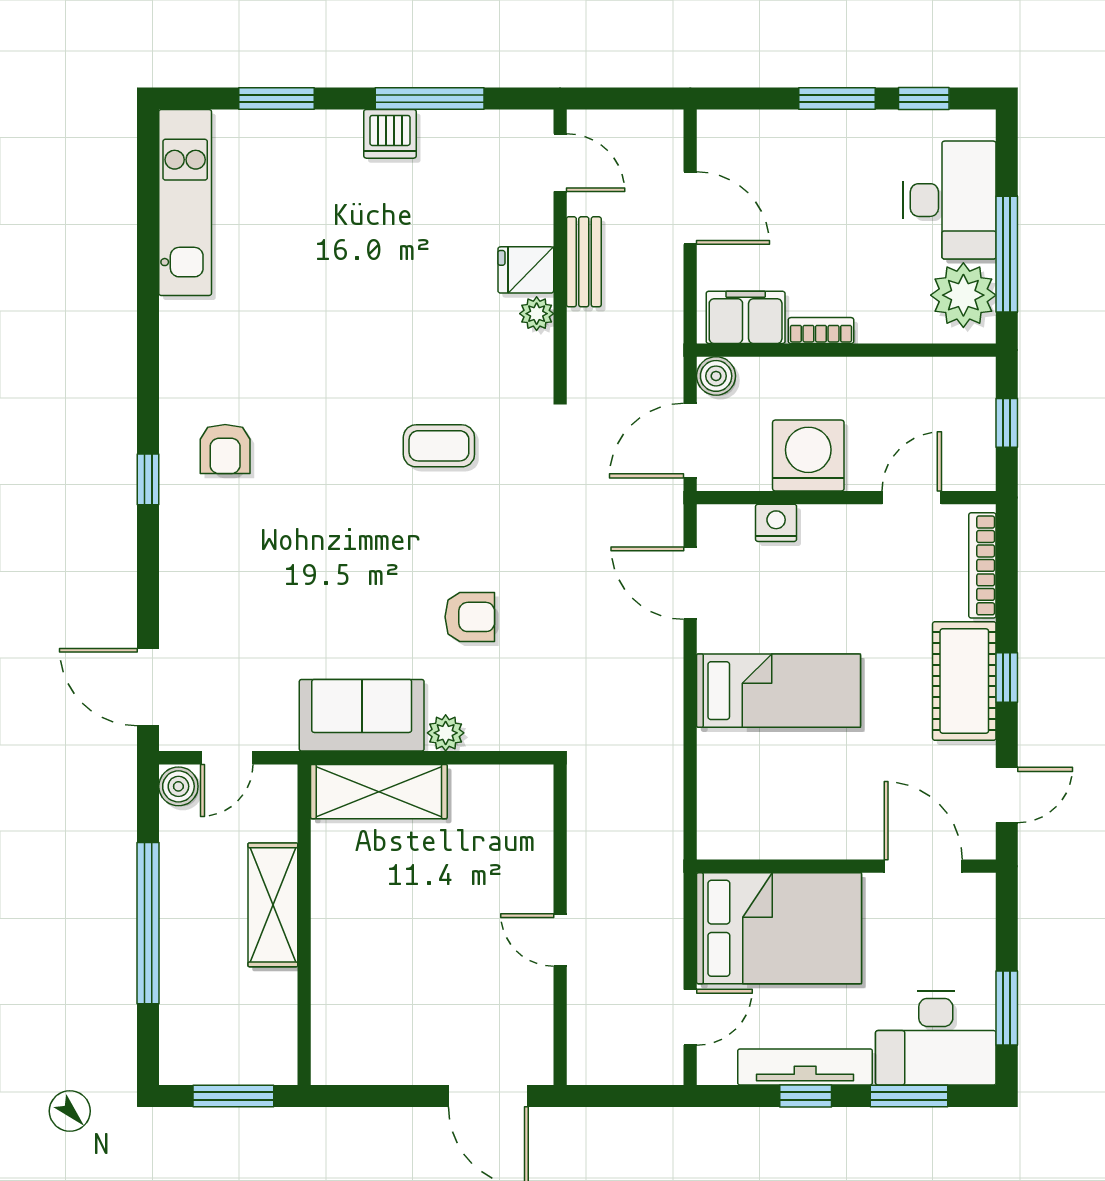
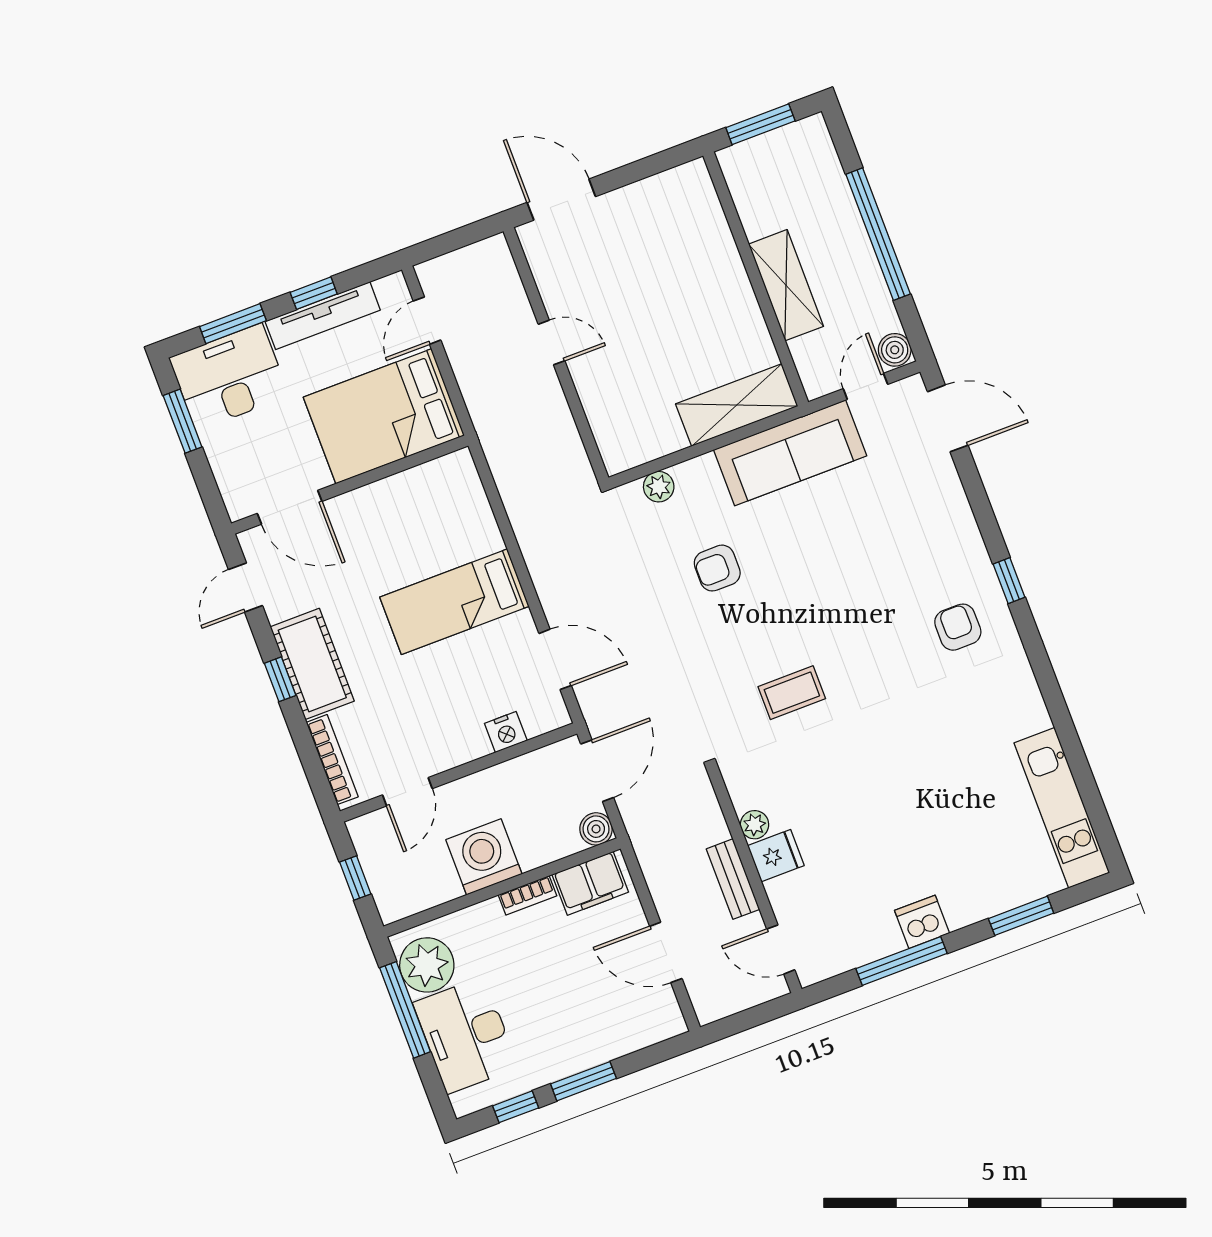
washing machine: (808, 456) -> (484, 857), moved, turned 180
sofa: (362, 715) -> (790, 453), width x1.36
plant: (446, 733) -> (659, 487), moved

